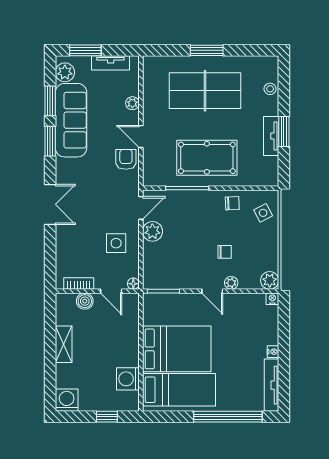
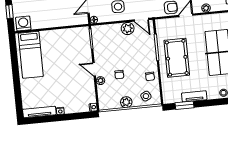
window: (284, 132) -> (185, 105), moved
plant: (270, 280) -> (126, 102), moved
door: (212, 291) -> (94, 69), hinge flipped
bed: (177, 349) -> (56, 51), removed
washing machine: (128, 379) -> (23, 23), moved
window: (228, 417) -> (17, 87), removed

